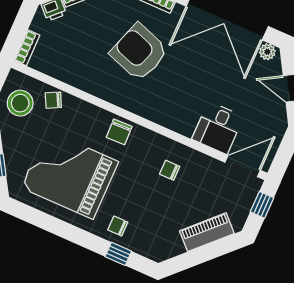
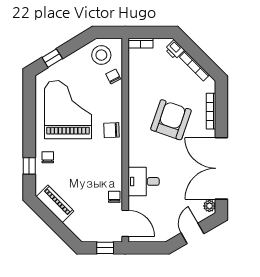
desk: (218, 128) -> (144, 181), moved
chair: (170, 170) -> (114, 197), moved
piano: (207, 232) -> (55, 204), moved

